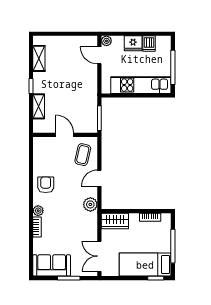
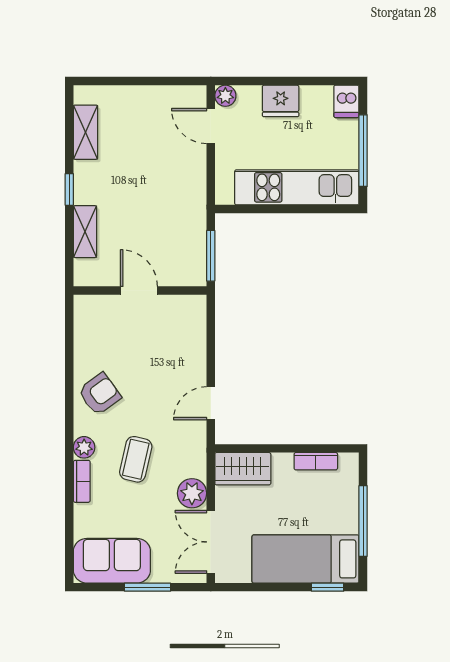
dishwasher: (149, 44) -> (346, 101), moved
coffee table: (83, 155) -> (136, 459), moved
door: (99, 178) -> (211, 403), moved
armchair: (46, 185) -> (100, 394), turned 54
plant: (90, 204) -> (192, 493), moved

